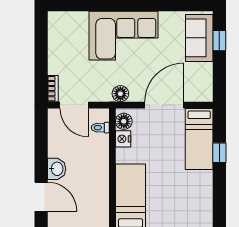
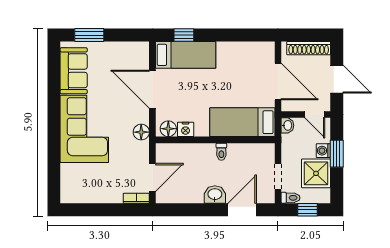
sofa: (199, 38) -> (74, 71), moved, turned -90
window: (219, 41) -> (89, 35), width x1.50
toilet: (100, 128) -> (221, 152), moved
window: (219, 153) -> (184, 35), moved

